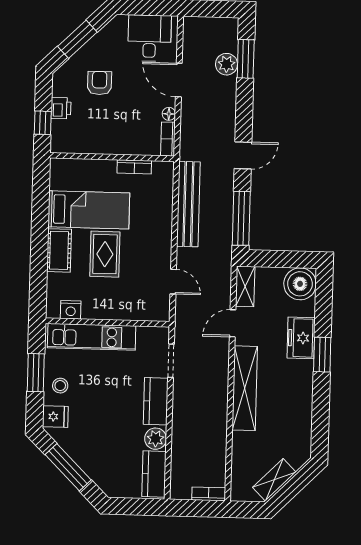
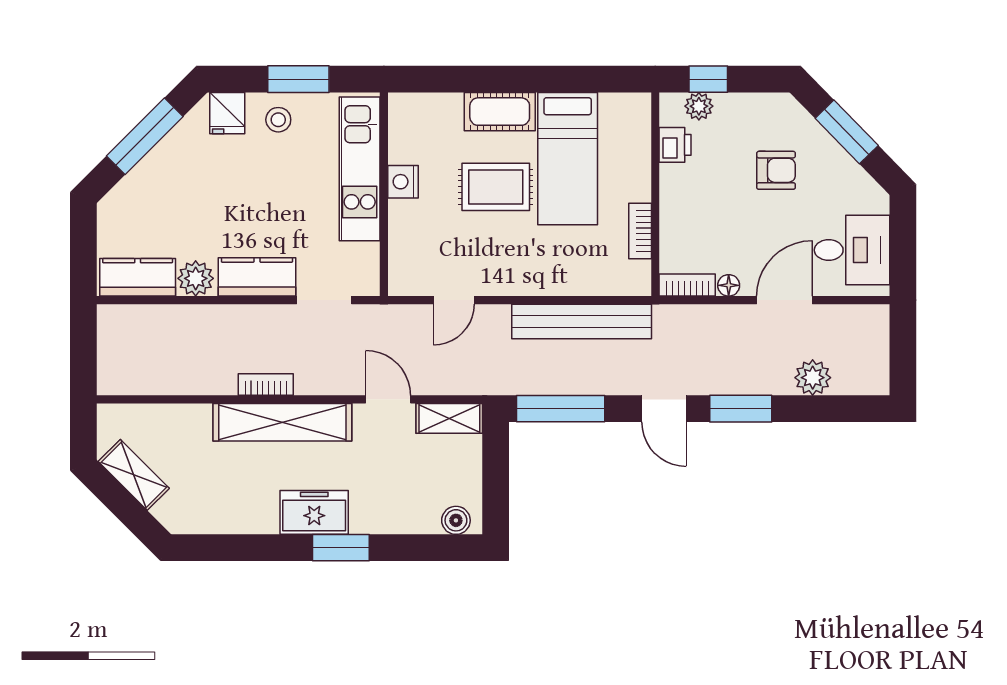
window: (246, 59) -> (741, 409), moved
printer: (61, 108) -> (675, 145), moved, turned -90
plant: (59, 129) -> (699, 106), added
boiler: (300, 284) -> (456, 520), width x0.54, depth x0.54
nightstand: (71, 310) -> (403, 182), moved
freezer: (301, 338) -> (314, 512), moved
bookcase: (209, 494) -> (266, 385), moved, turned -90

